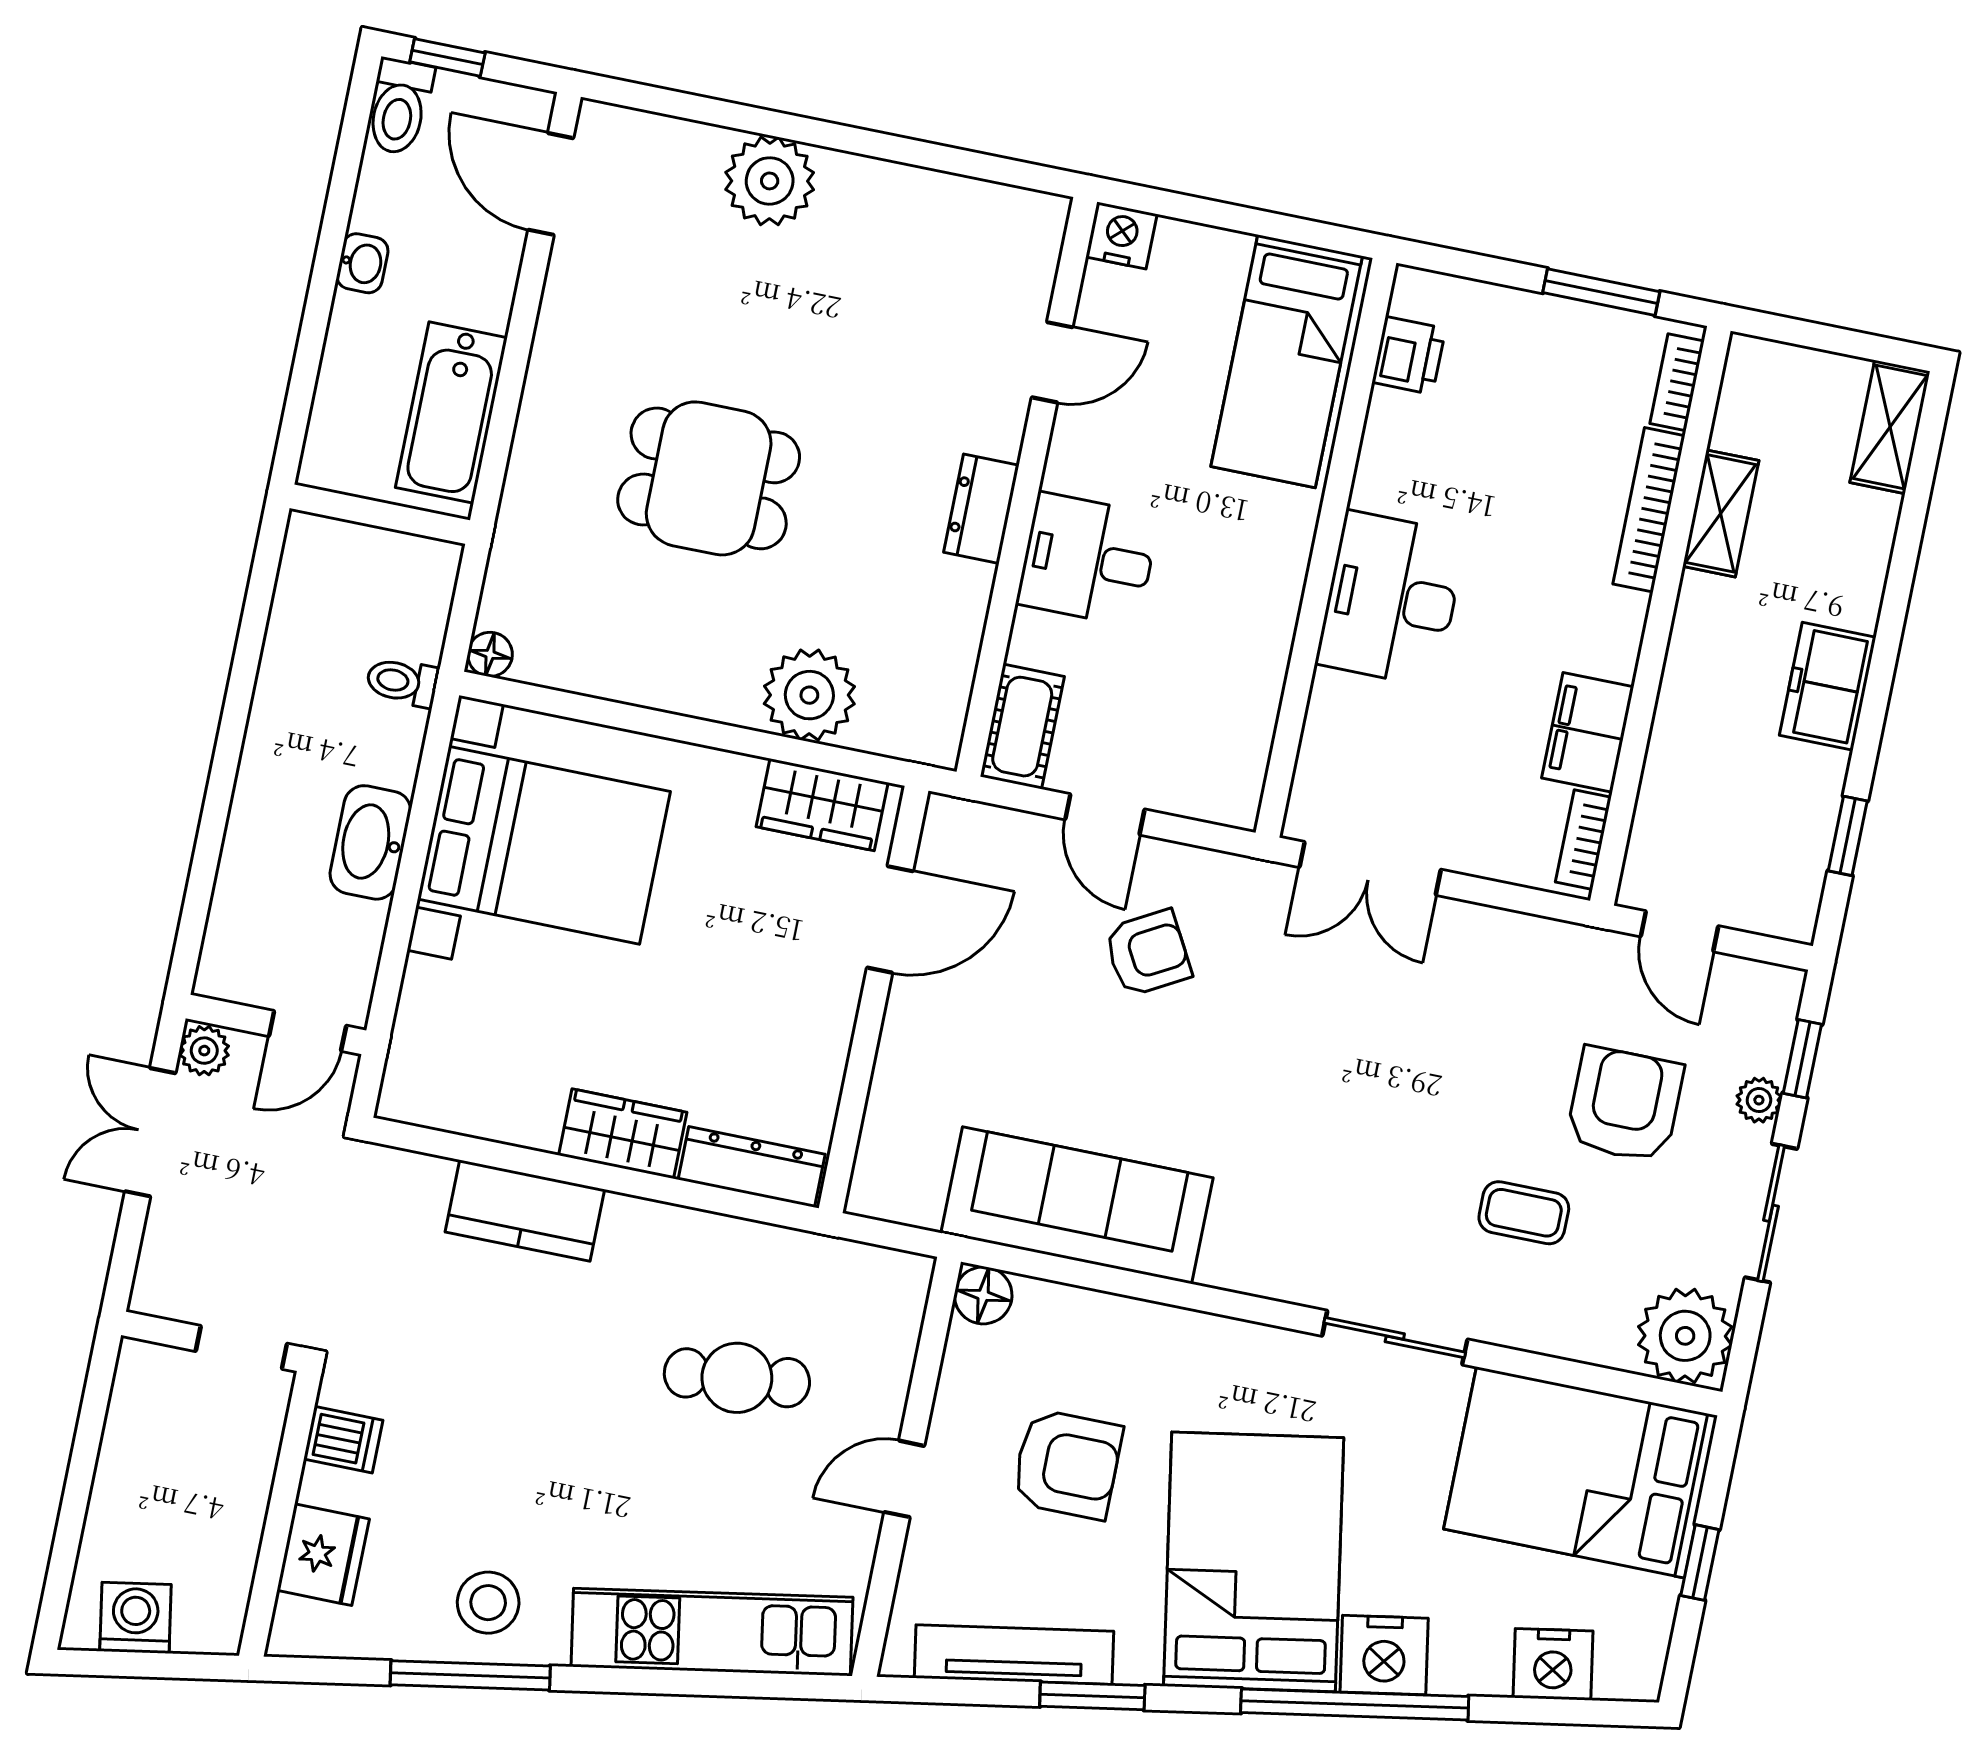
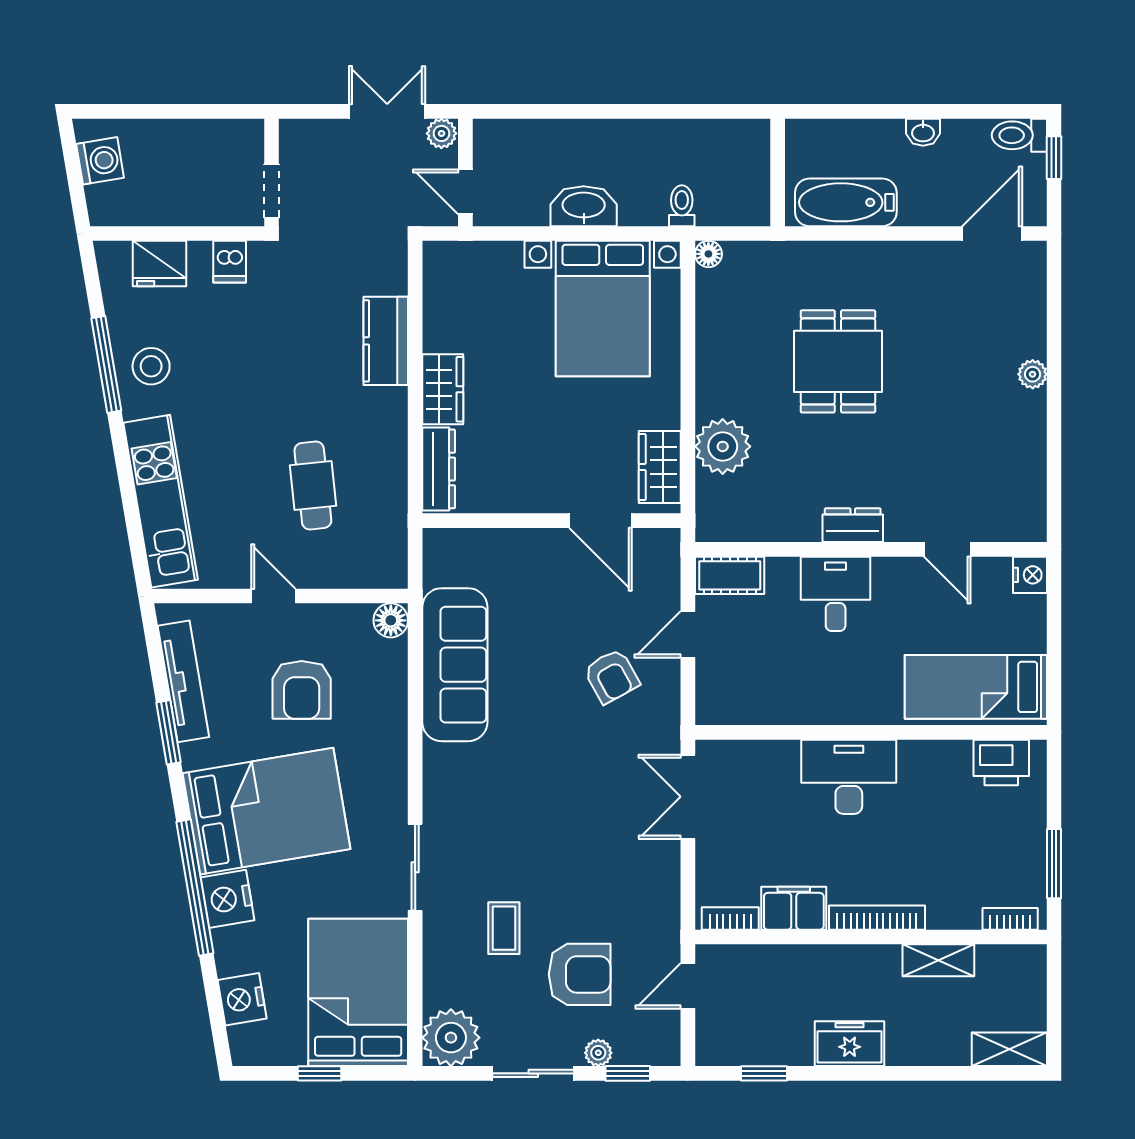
plant: (770, 181) -> (1033, 374), width x0.53, depth x0.53
printer: (1409, 355) -> (1001, 762), width x1.36, depth x1.24
bookcase: (1649, 510) -> (877, 918), moved

